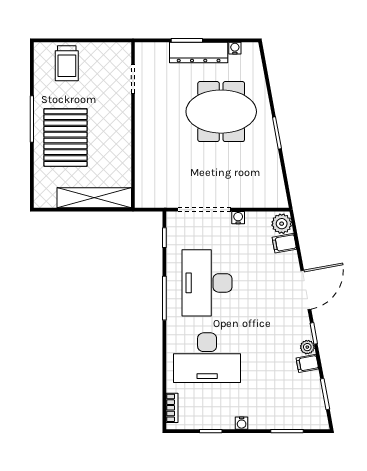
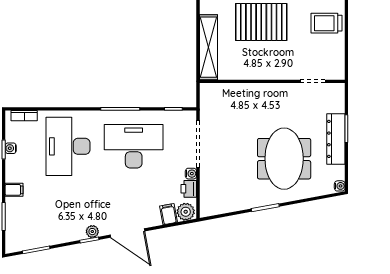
water cooler: (235, 48) -> (340, 186), moved
printer: (255, 220) -> (189, 189), added
plant: (307, 347) -> (92, 232), moved
filing cabinet: (307, 363) -> (14, 190), moved, turned 100
water cooler: (242, 423) -> (11, 148), moved

